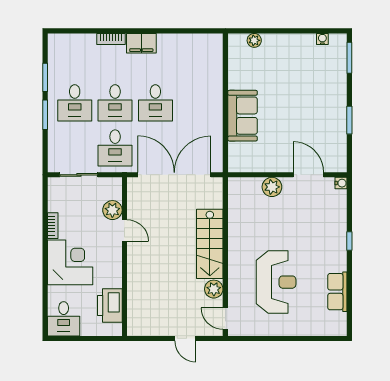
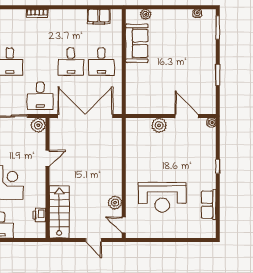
filing cabinet: (141, 43) -> (99, 17), moved
desk: (115, 103) -> (101, 62), moved
sofa: (243, 116) -> (137, 43), moved
plant: (112, 210) -> (38, 125), moved
door: (124, 230) -> (47, 158), hinge flipped
stairs: (210, 244) -> (59, 212), moved, turned 180
reception desk: (276, 282) -> (162, 197), turned 90
printer: (110, 305) -> (39, 215), width x0.53, depth x0.68

